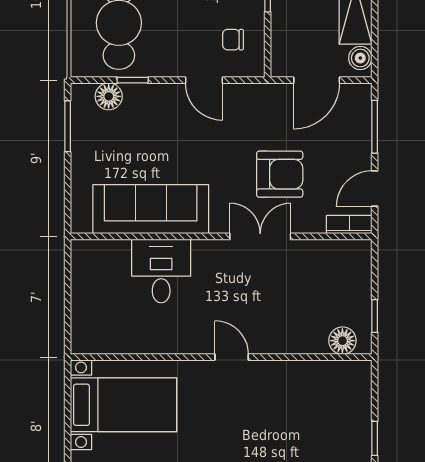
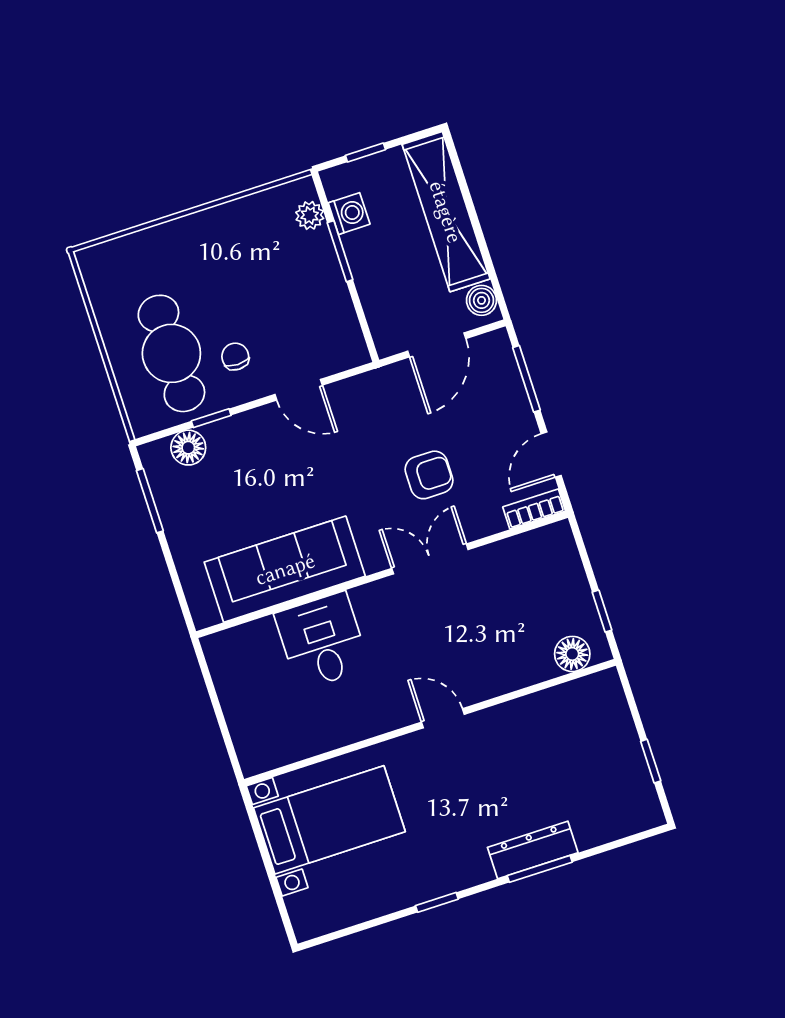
chair: (233, 40) -> (235, 356), moved, turned 90
armchair: (280, 174) -> (429, 475), width x0.72, depth x0.72

